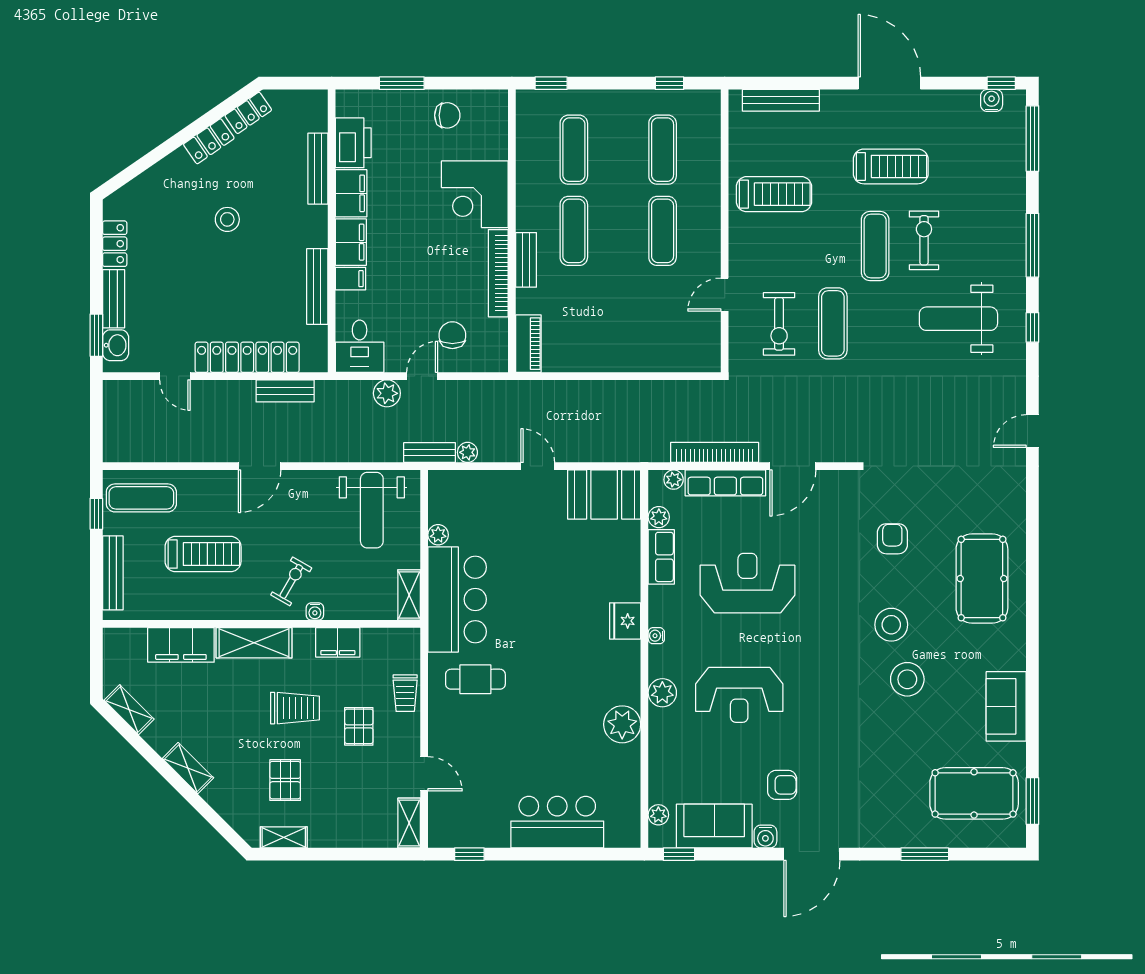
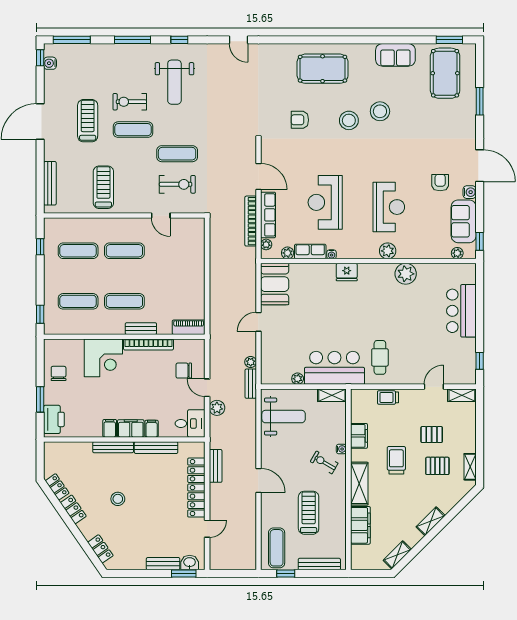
printer: (353, 143) -> (54, 419), moved, turned 90
bench: (318, 169) -> (113, 447), moved
filing cabinet: (351, 193) -> (110, 428), width x0.50
locker: (115, 244) -> (100, 549), moved, turned 55
water cooler: (656, 636) -> (332, 254), moved
trolley: (405, 693) -> (388, 397), turned 180
pallet: (359, 726) -> (432, 435), moved

